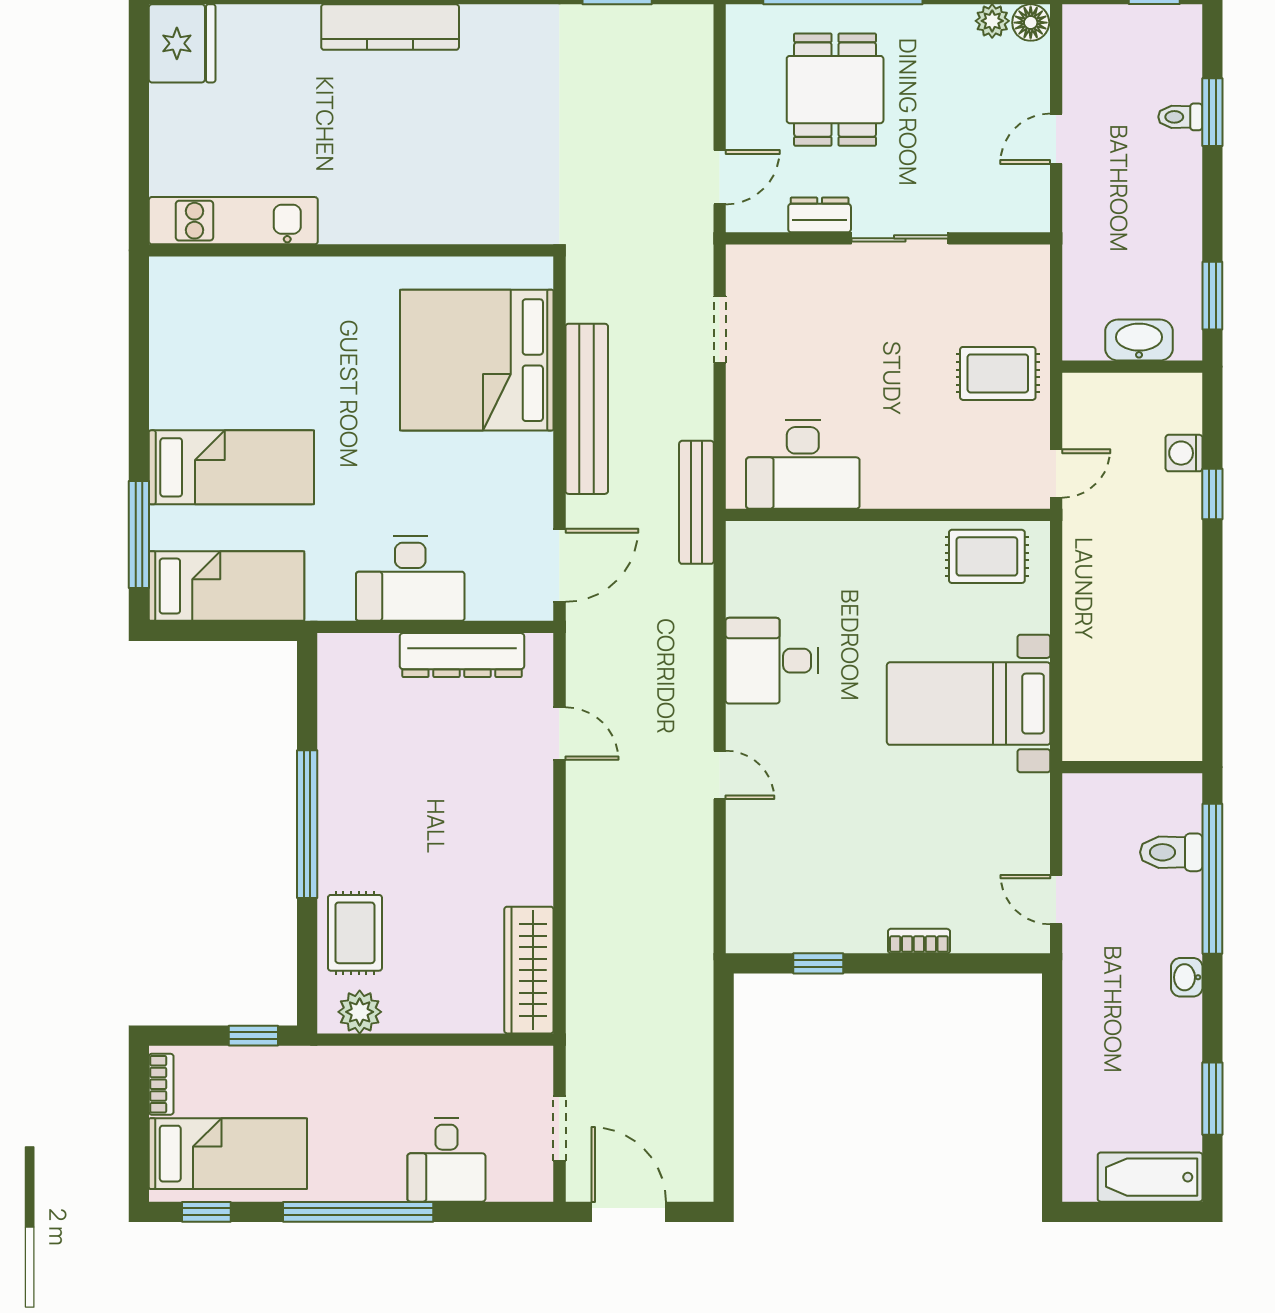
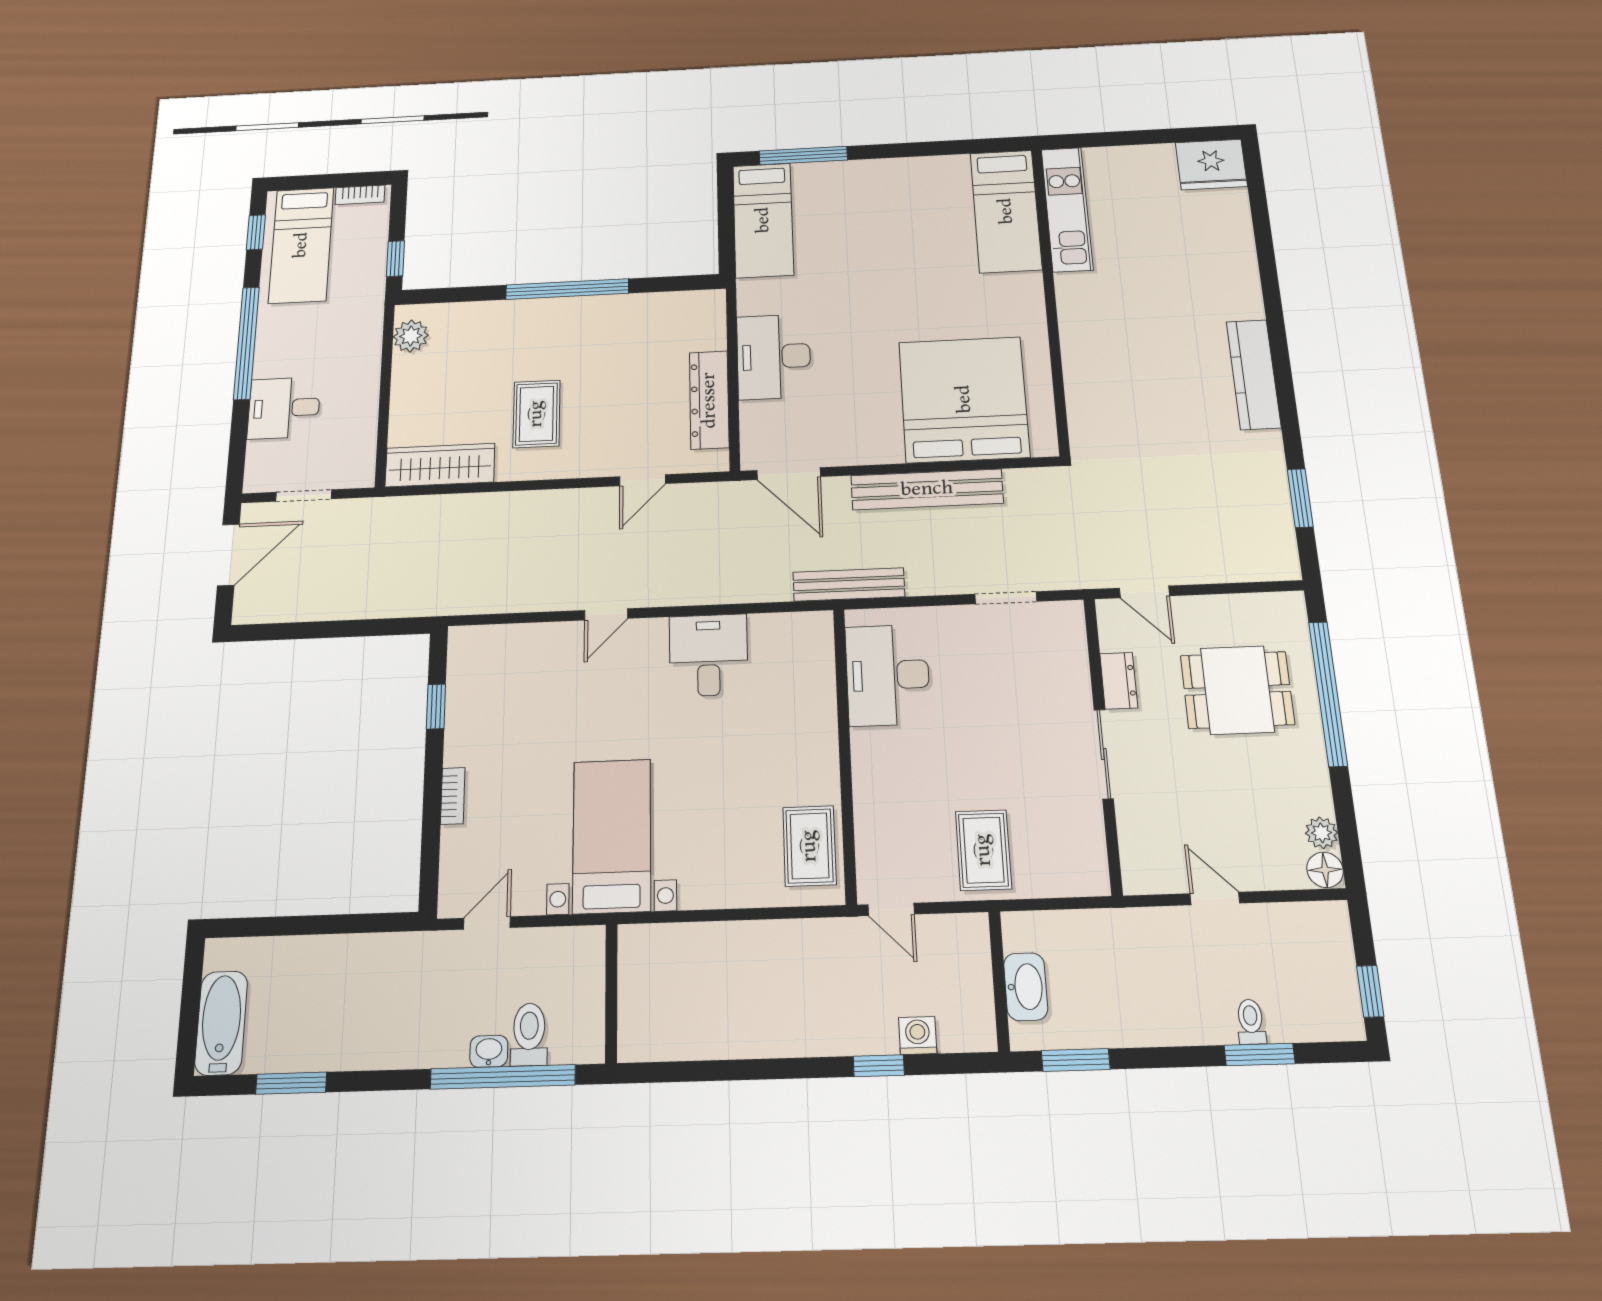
kitchen counter: (390, 27) -> (1253, 374), moved
bed: (231, 467) -> (1006, 211), moved
bed with nightstands: (969, 704) -> (612, 836), moved
rug: (355, 933) -> (536, 414), moved, turned 90
washbasin: (1187, 977) -> (489, 1051), moved

